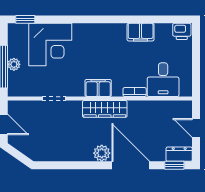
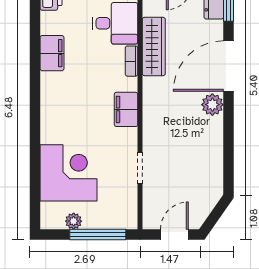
window: (25, 19) -> (35, 206), removed
plant: (14, 64) -> (74, 221), moved
wardrobe: (105, 109) -> (154, 46), moved

